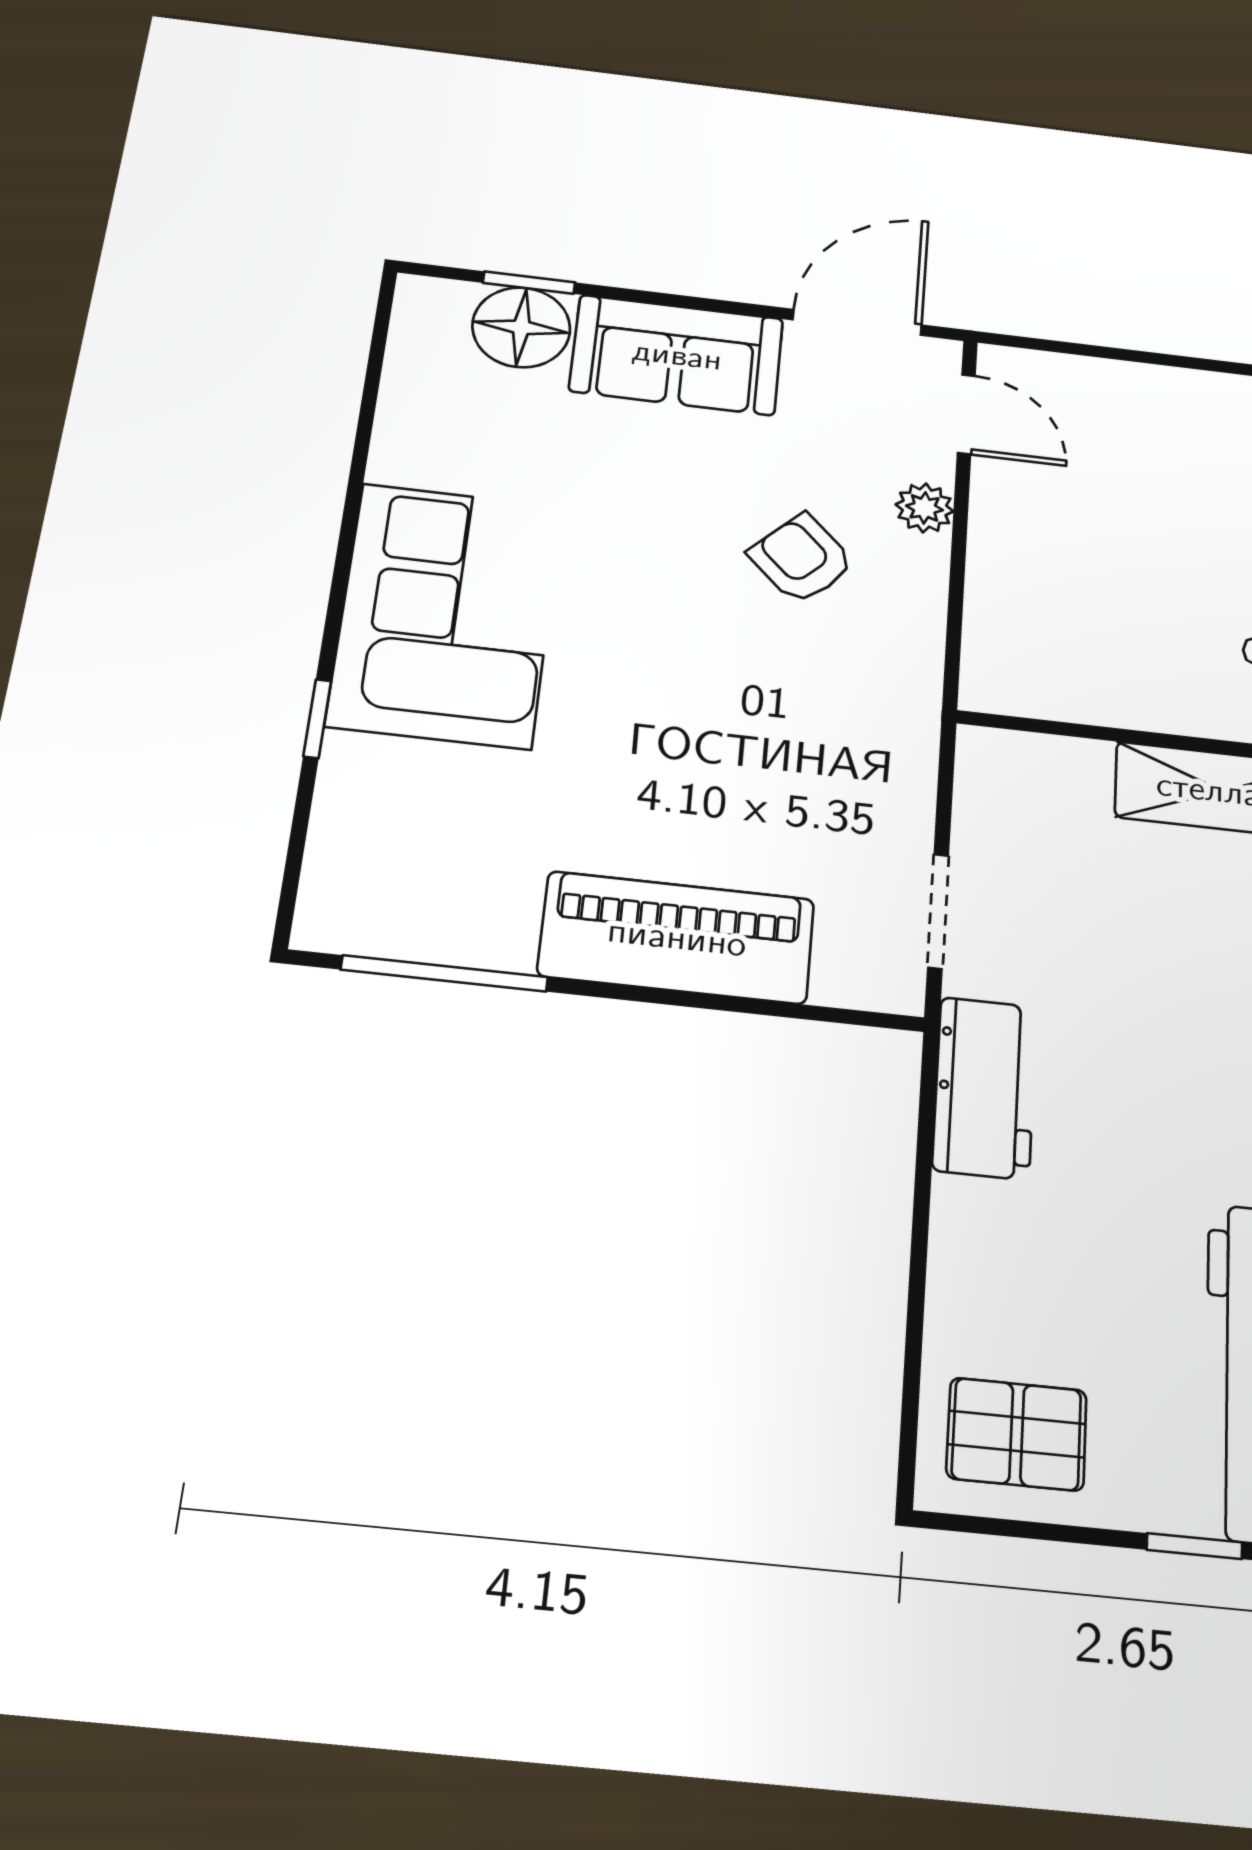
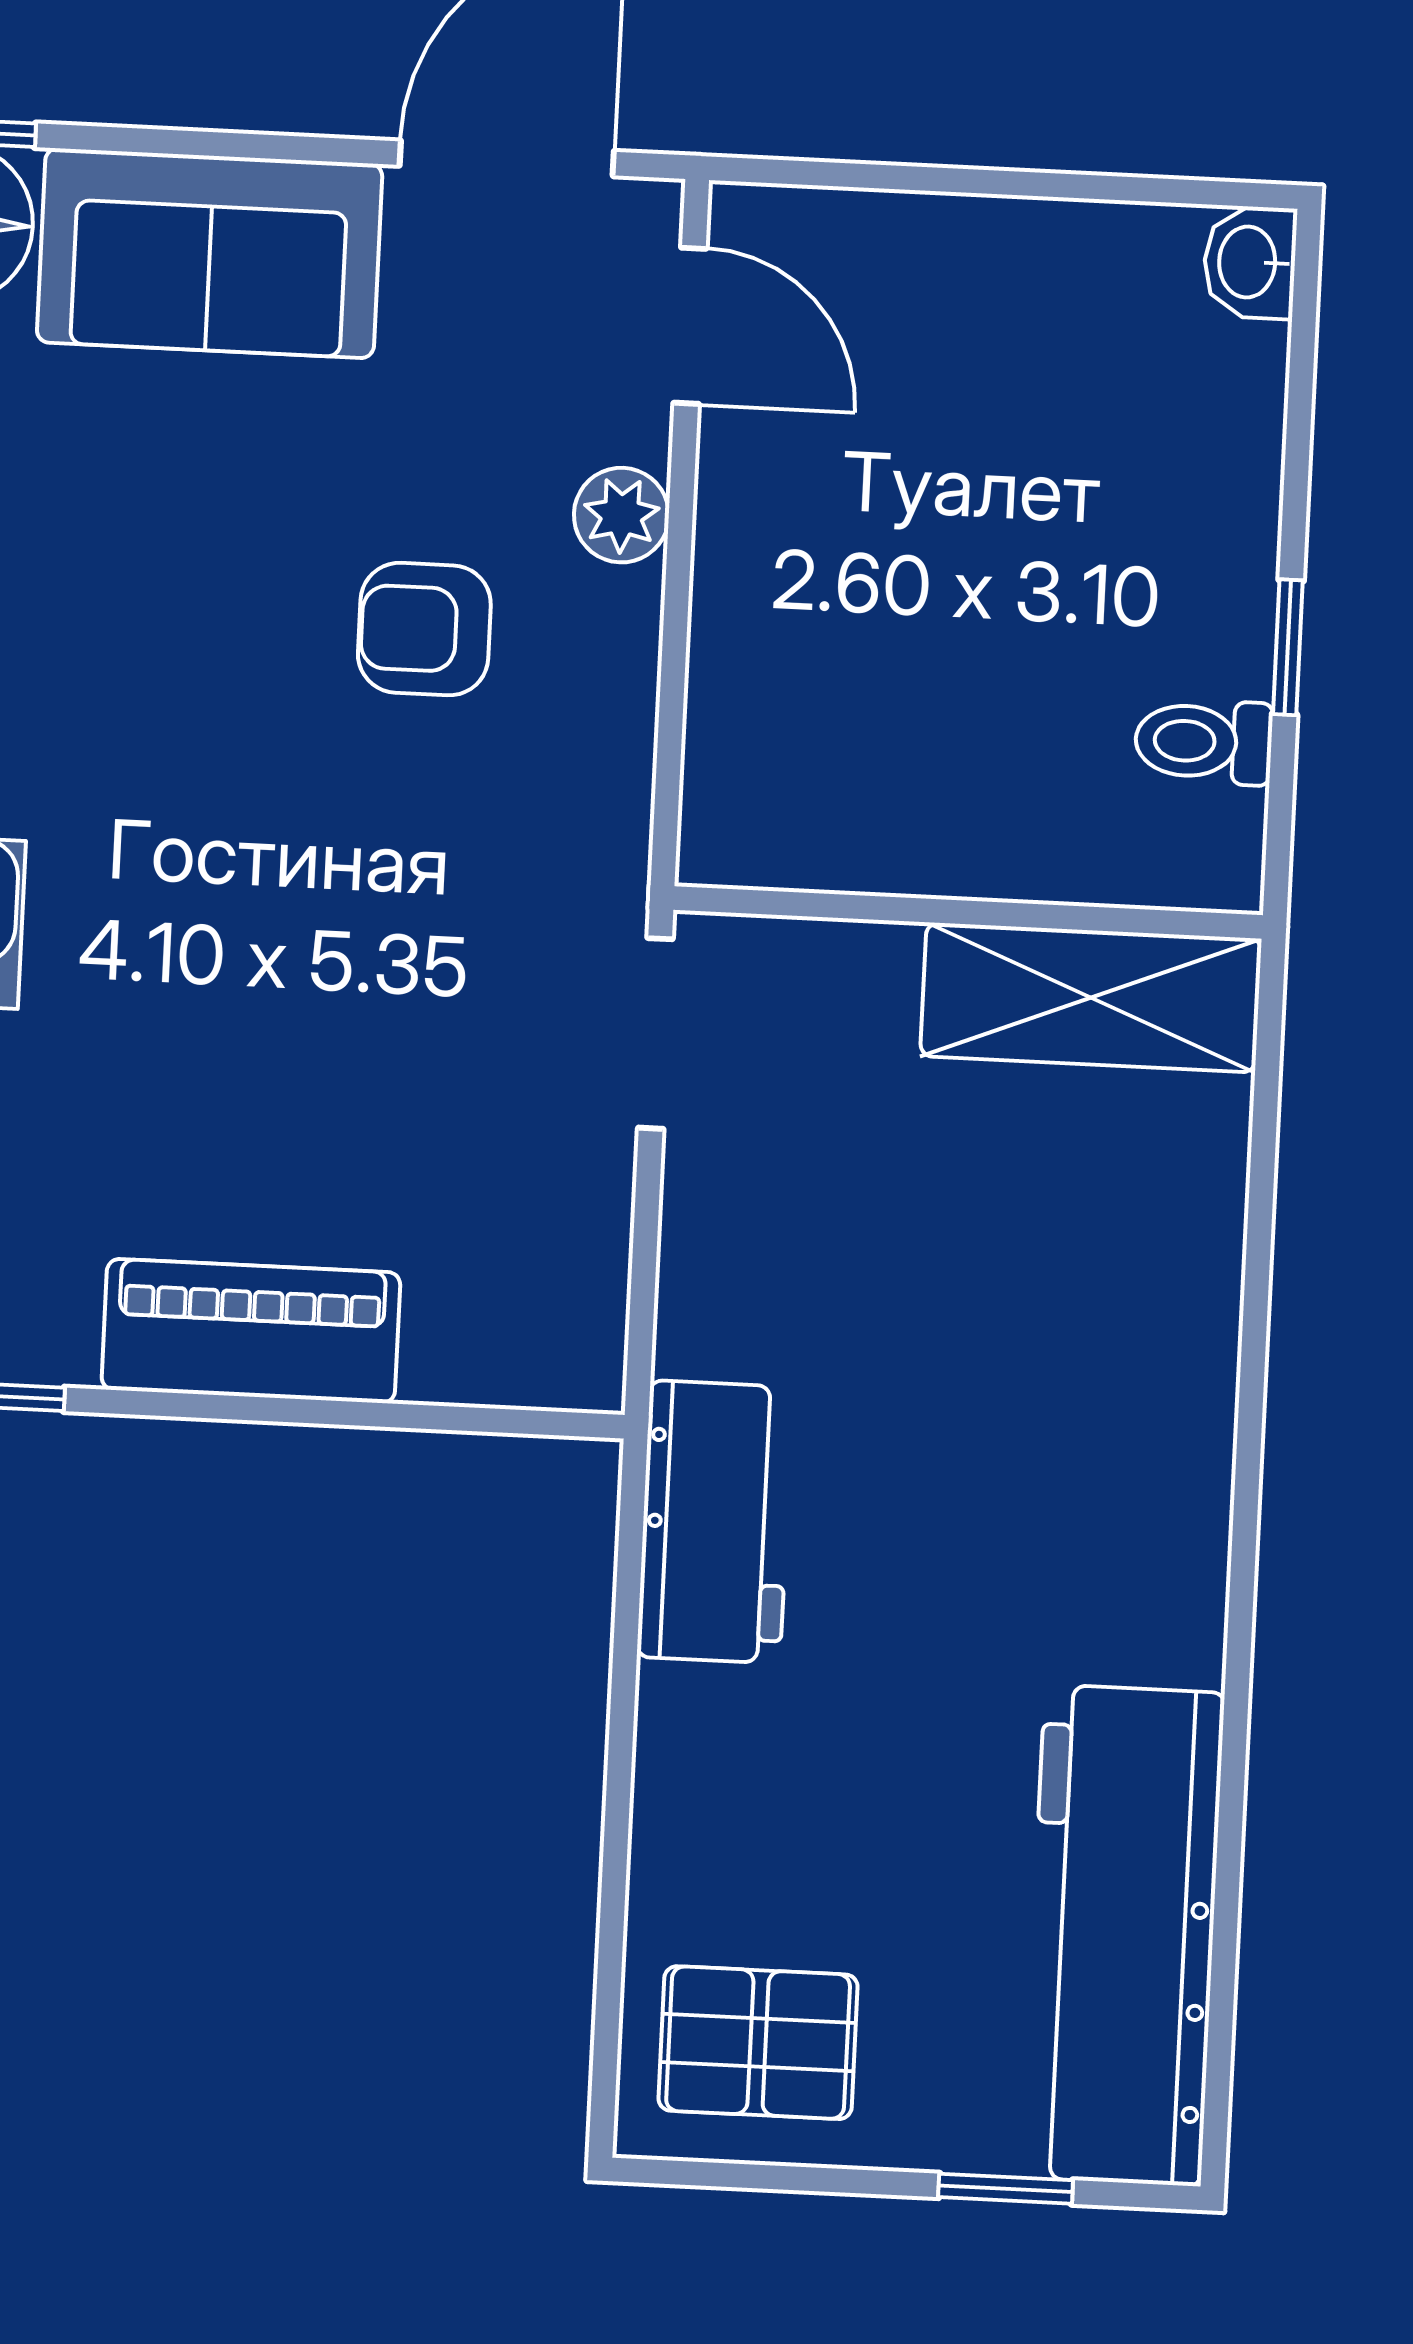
armchair: (802, 559) -> (424, 629), turned -45
doorway: (938, 911) -> (655, 1033), moved
piano: (677, 937) -> (251, 1331), width x0.73, depth x0.75

